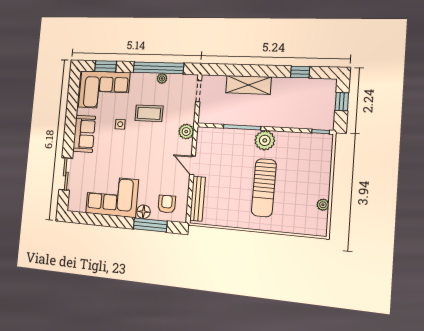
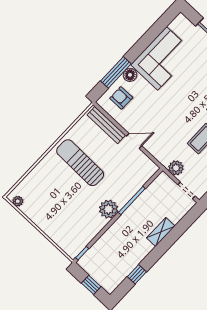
shelving: (248, 85) -> (161, 232), width x0.67, depth x0.75
plant: (186, 132) -> (176, 168), moved
sun lounger: (264, 188) -> (80, 163), moved
armchair: (167, 204) -> (121, 98), turned 180
plant: (323, 205) -> (18, 201), moved

